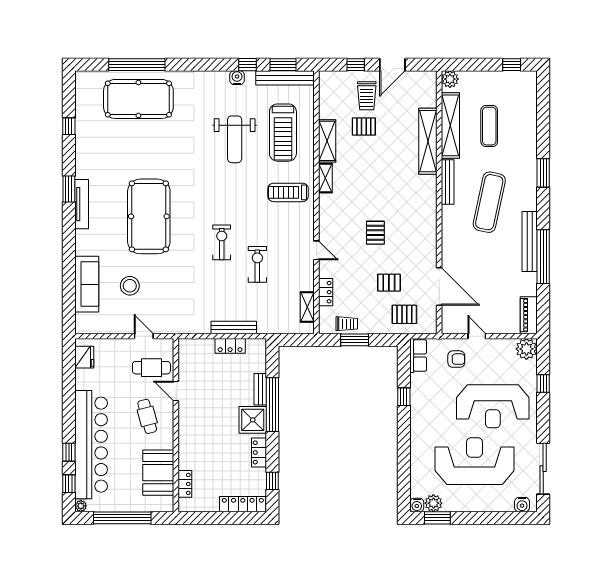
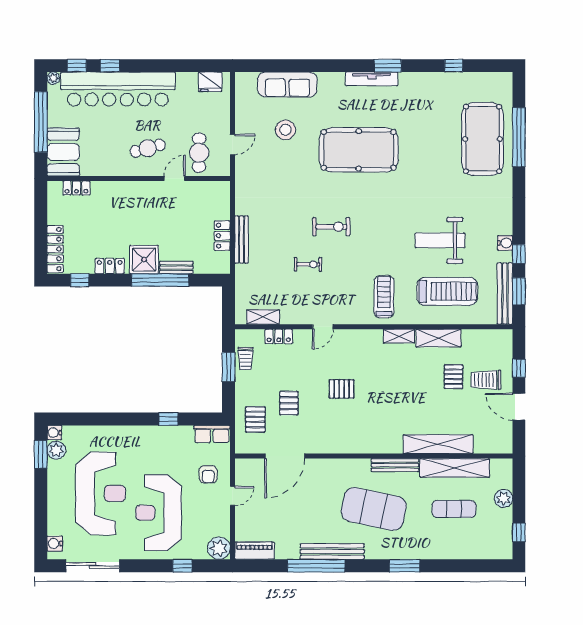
plant: (450, 79) -> (503, 498), moved
treadmill: (283, 133) -> (447, 291), turned 180
exercise mat: (489, 202) -> (374, 509), width x1.47
exercise bike: (257, 264) -> (308, 264), width x0.73, depth x0.72
booth: (158, 473) -> (63, 152), moved, turned 90

